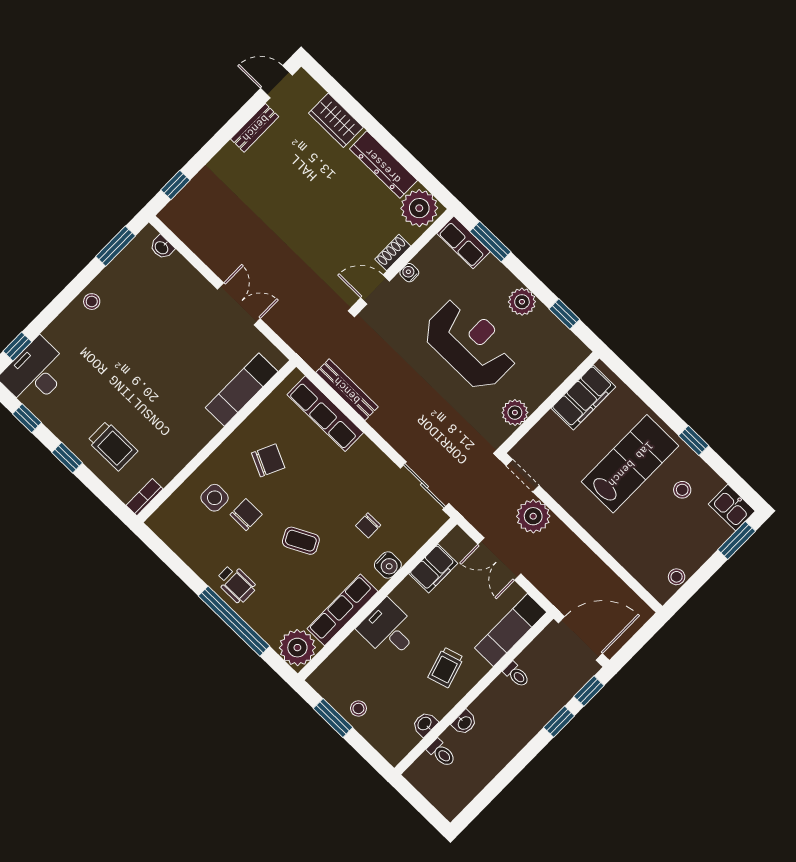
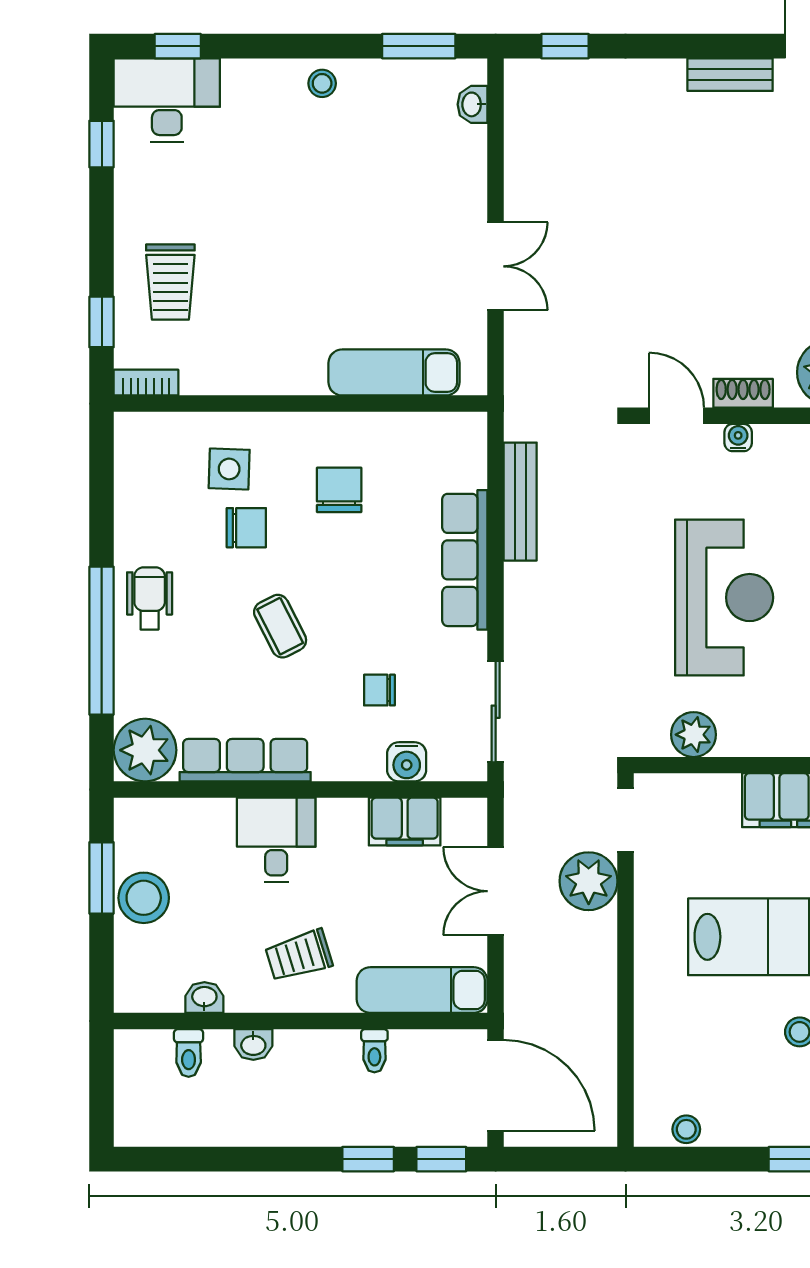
row of seats: (325, 414) -> (465, 560), moved
window: (67, 458) -> (102, 322), moved
chair: (268, 460) -> (339, 490), turned -115
water cooler: (388, 565) -> (407, 762), moved
wheelchair: (236, 584) -> (150, 598), turned 180
stool: (358, 708) -> (144, 898), width x1.89, depth x1.89

